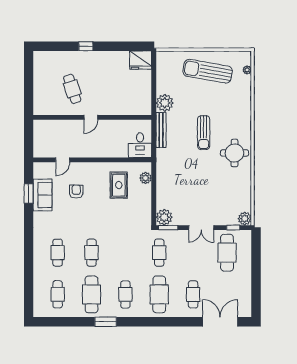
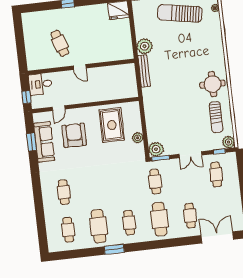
door: (91, 117) -> (80, 67), hinge flipped
sun lounger: (204, 133) -> (216, 117), moved
window: (29, 144) -> (26, 97), added
desk: (140, 145) -> (40, 84), moved, turned 90
plant: (146, 178) -> (138, 138), moved
rug: (119, 185) -> (112, 125), width x1.36, depth x1.43
armchair: (76, 192) -> (74, 135), width x1.88, depth x1.88
sofa: (43, 195) -> (44, 142), width x1.36
cafe table: (92, 253) -> (94, 189), removed
cafe table: (227, 253) -> (216, 175), width x0.73, depth x0.74

